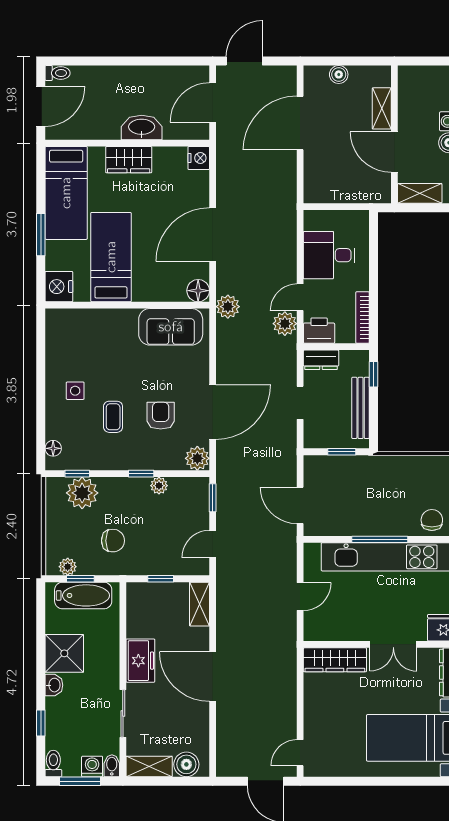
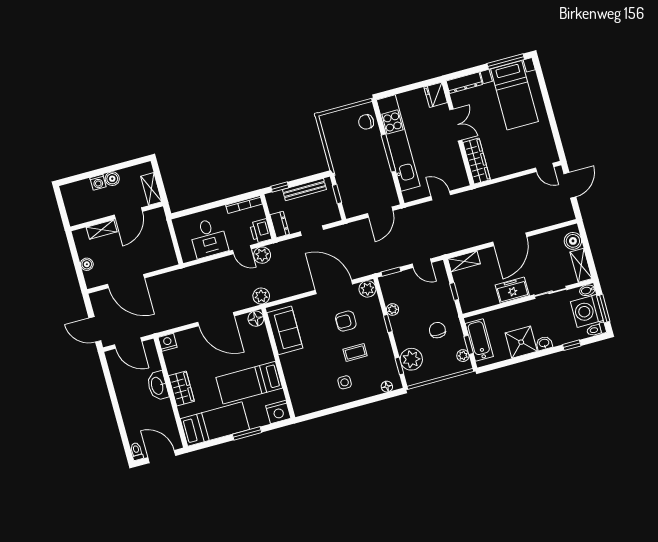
washing machine: (92, 766) -> (587, 311), width x1.89, depth x1.89

